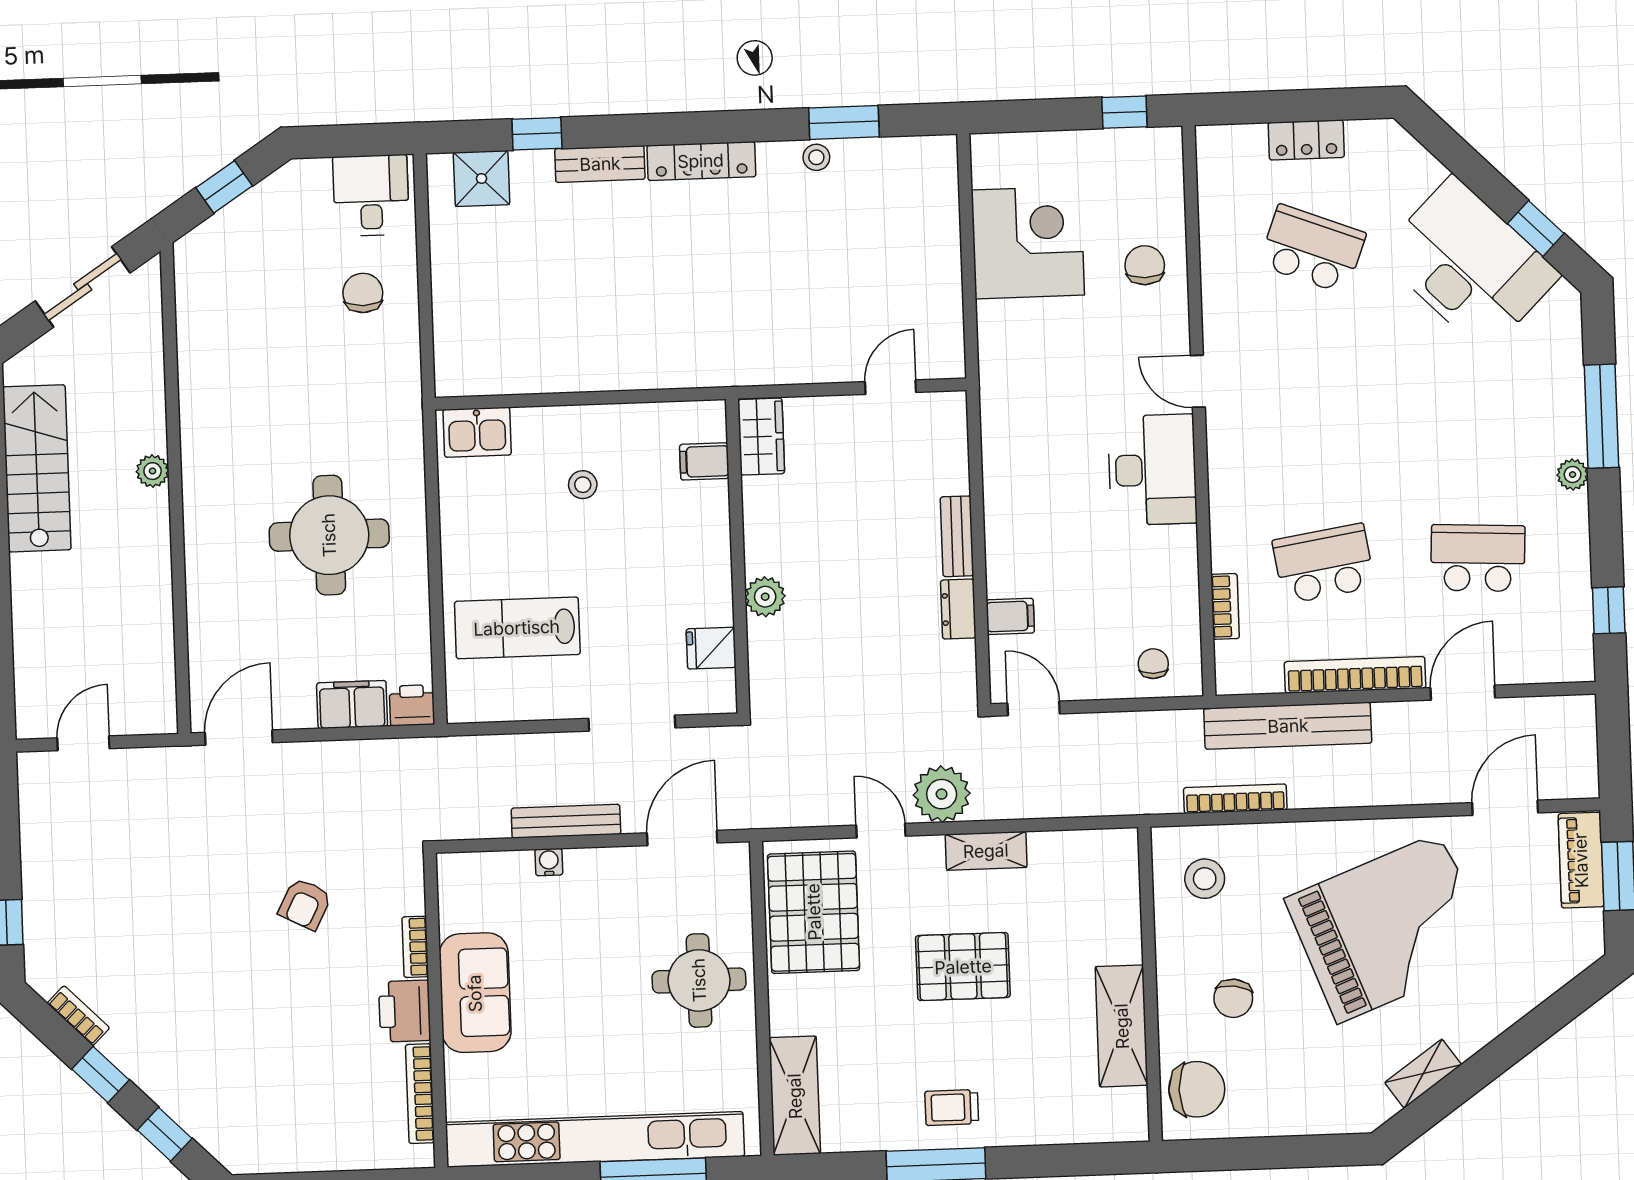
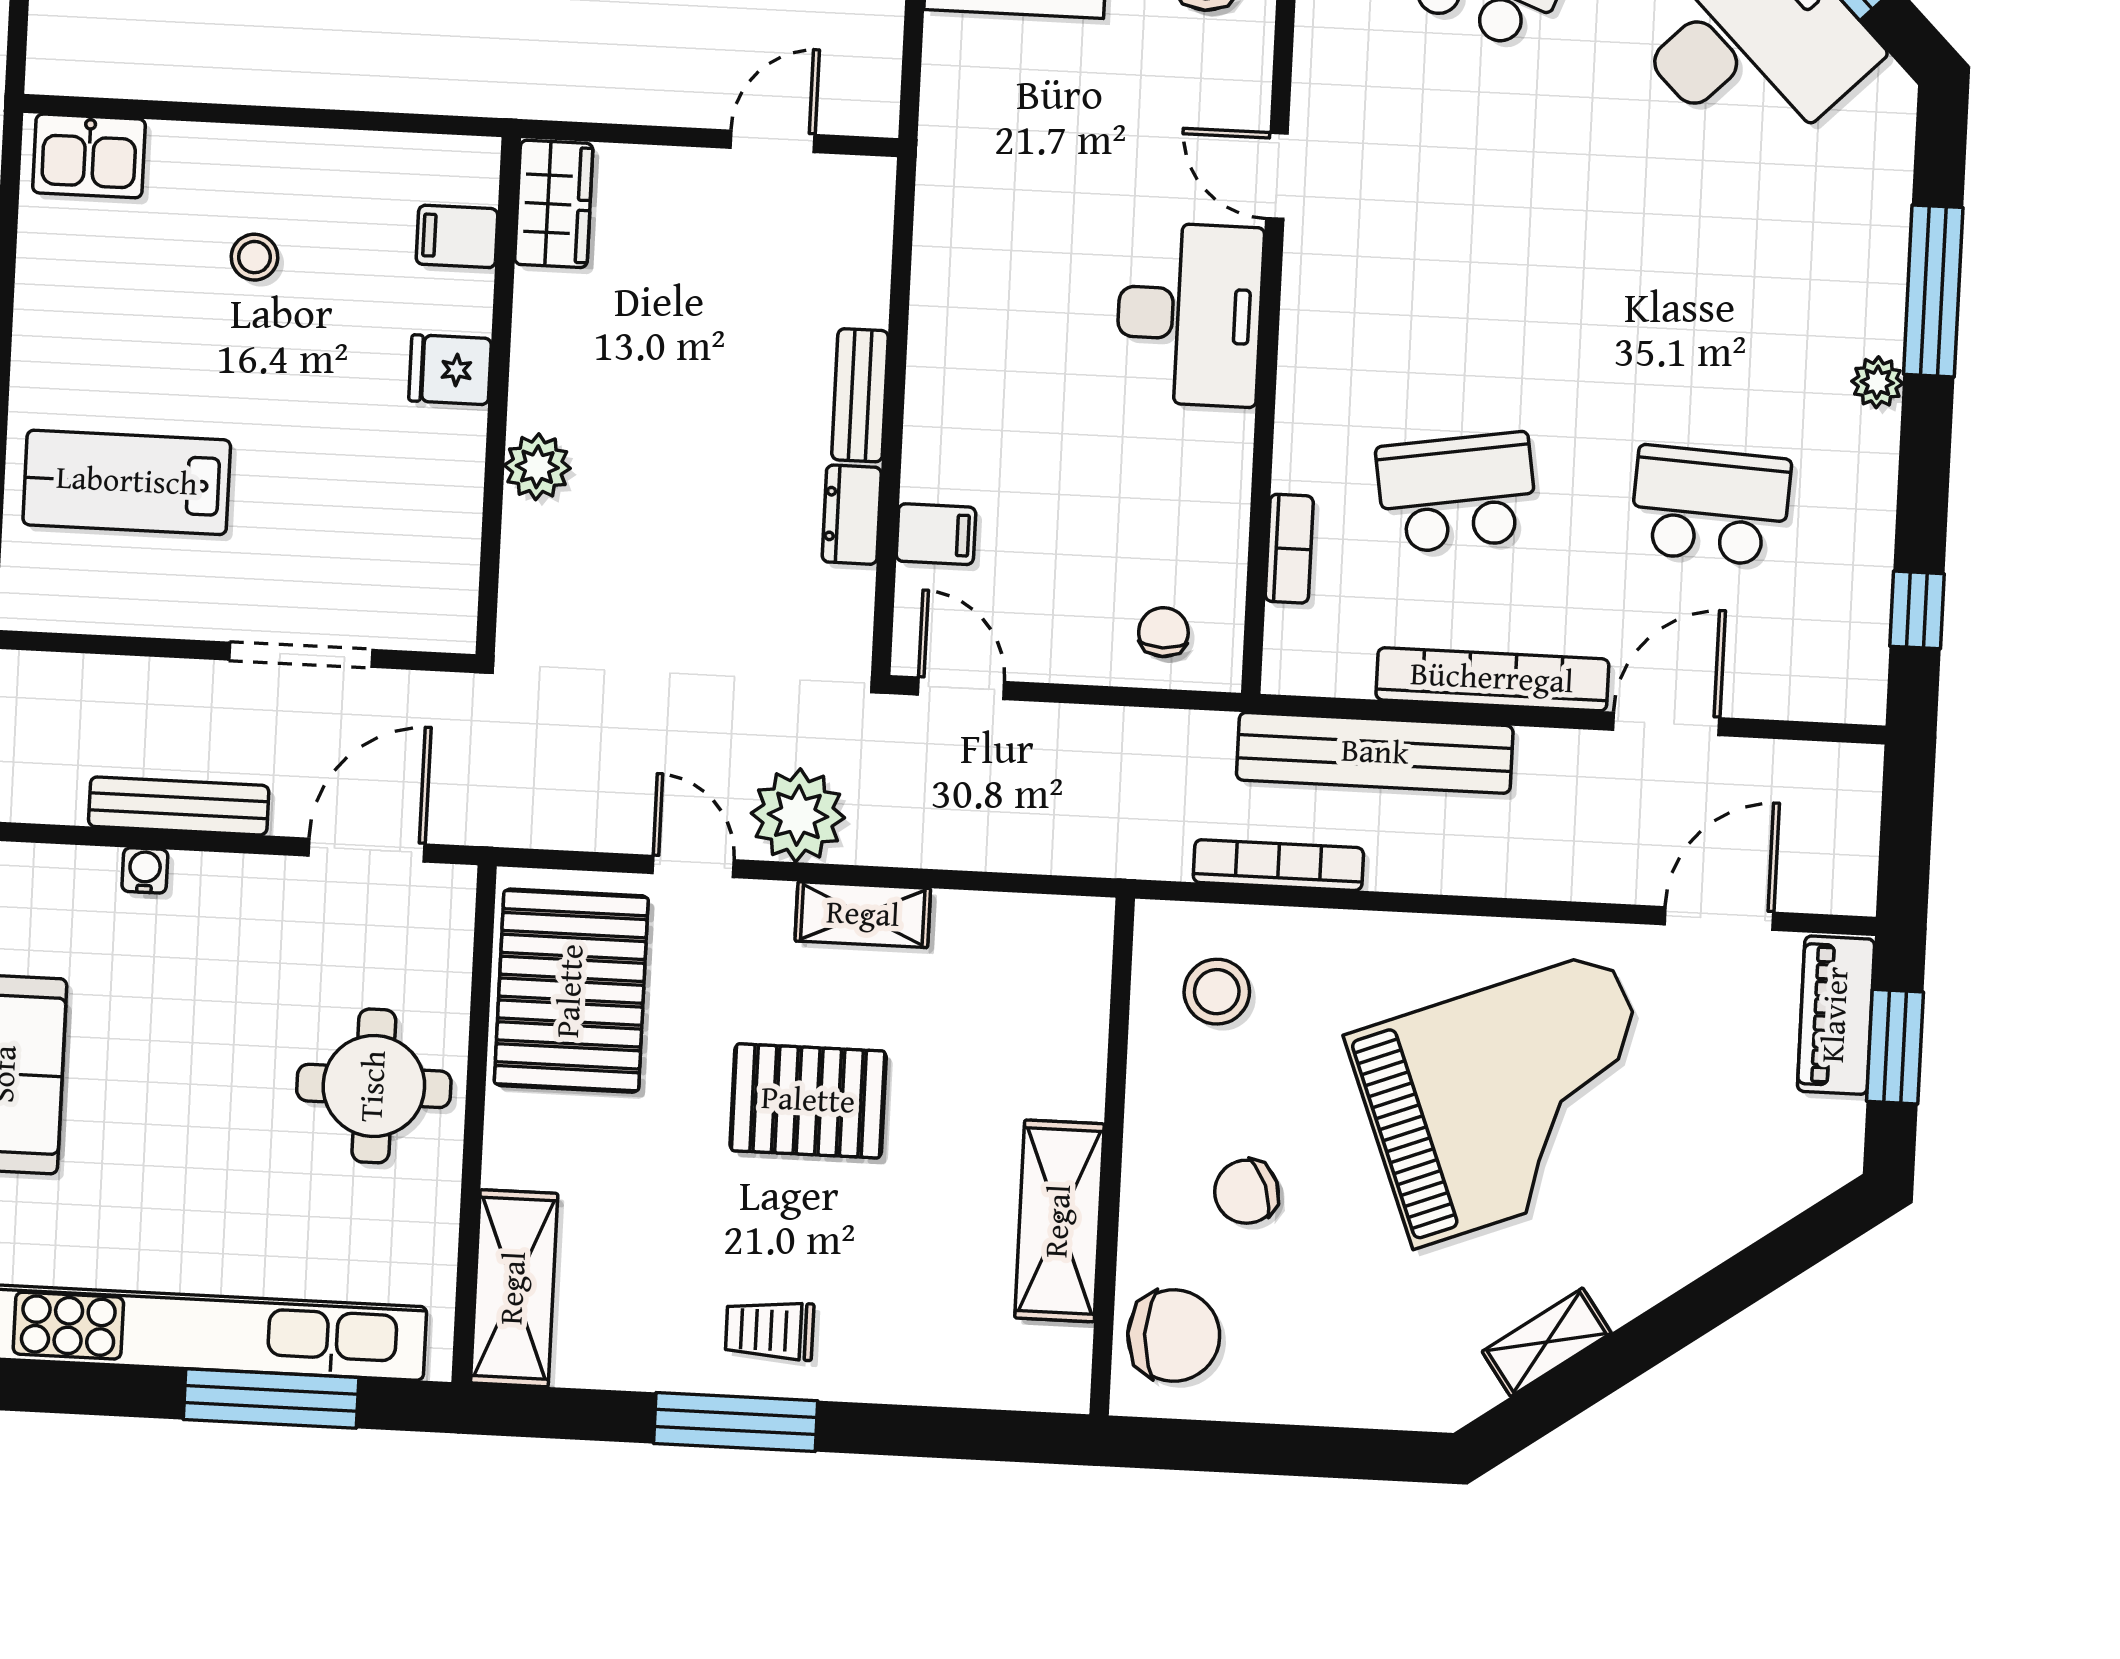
fridge: (711, 648) -> (450, 370), moved
chair: (1233, 998) -> (1246, 1192), turned 61

